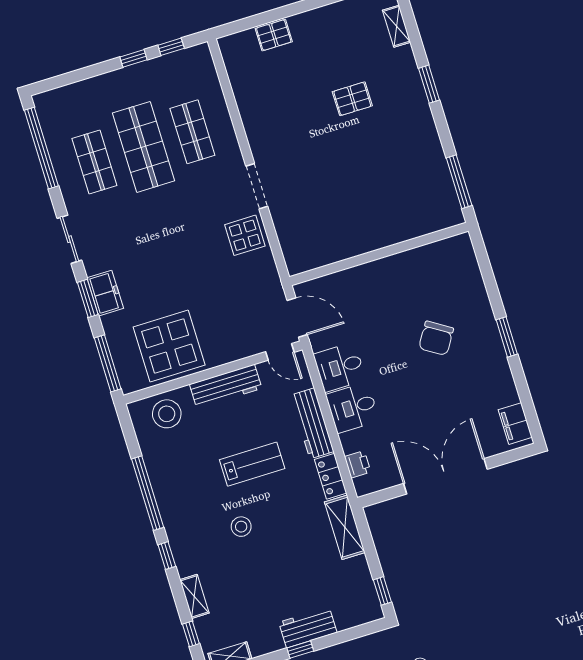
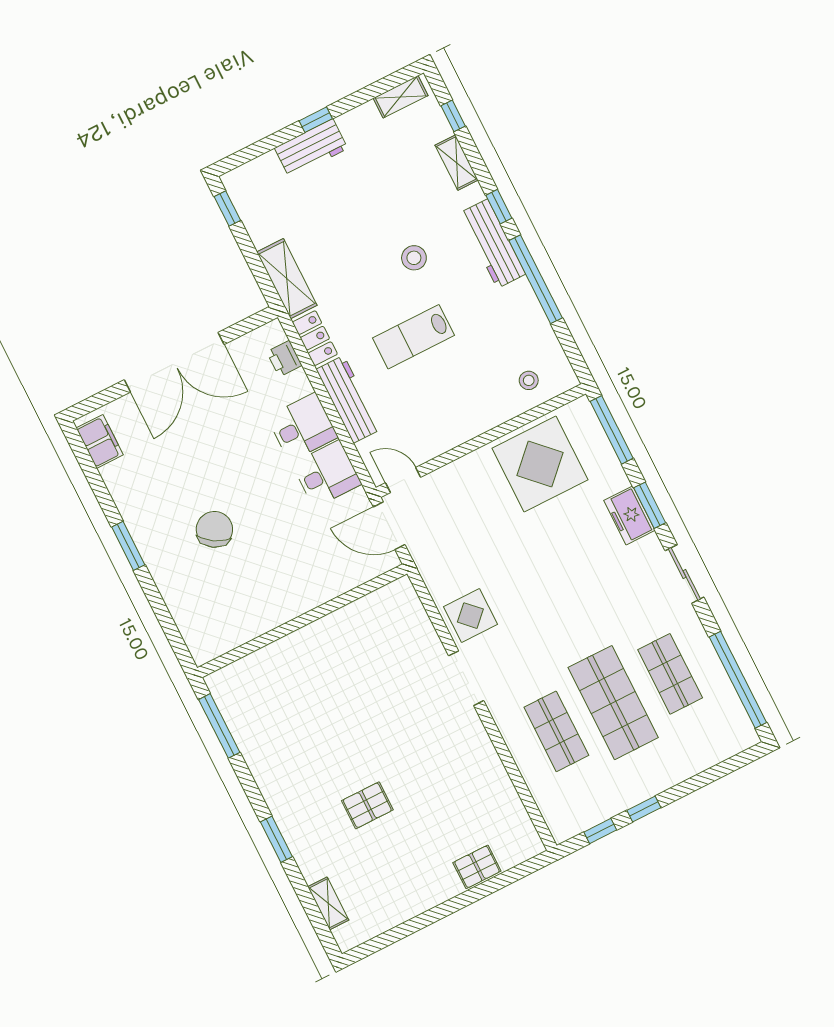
workbench: (226, 386) -> (492, 244), moved, turned -90
stool: (167, 414) -> (529, 380), width x0.53, depth x0.53

